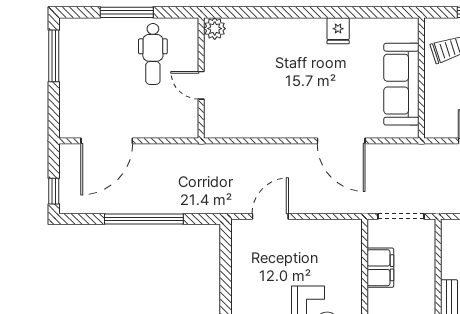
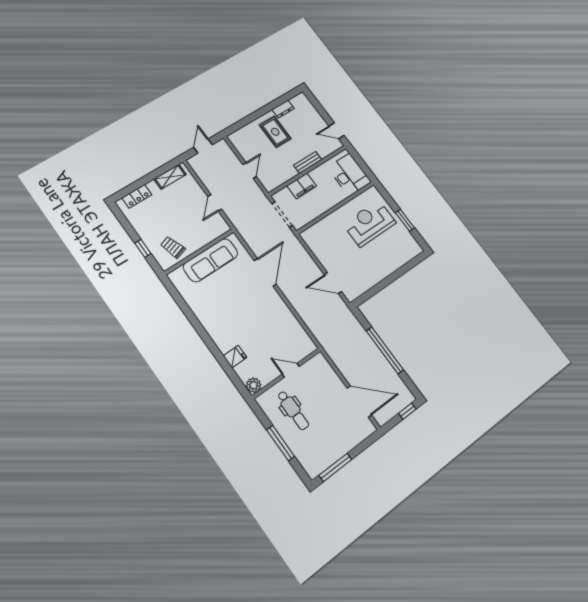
fridge: (338, 31) -> (235, 357), moved
dental chair: (153, 54) -> (293, 410), turned 90
door: (201, 85) -> (291, 370), swing flipped
filing cabinet: (380, 268) -> (302, 186), moved, turned 180

